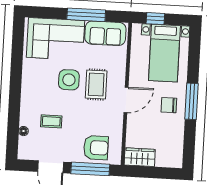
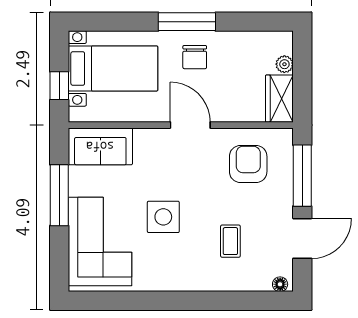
sofa: (105, 33) -> (100, 146), moved, turned 90
rug: (96, 84) -> (168, 173), removed
floor lamp: (23, 131) -> (280, 284), moved
armchair: (96, 148) -> (248, 164), moved
plant: (161, 162) -> (284, 64), added

